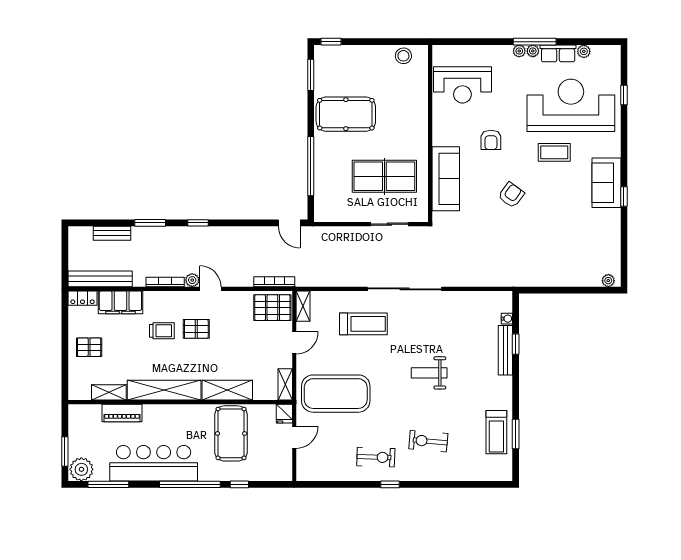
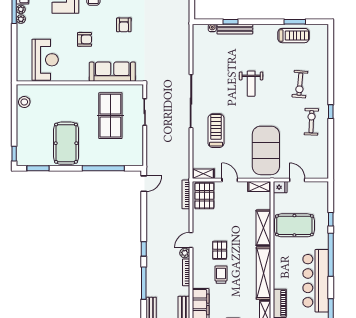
armchair: (511, 195) -> (124, 25), turned -126
window: (150, 223) -> (144, 283), width x1.44

